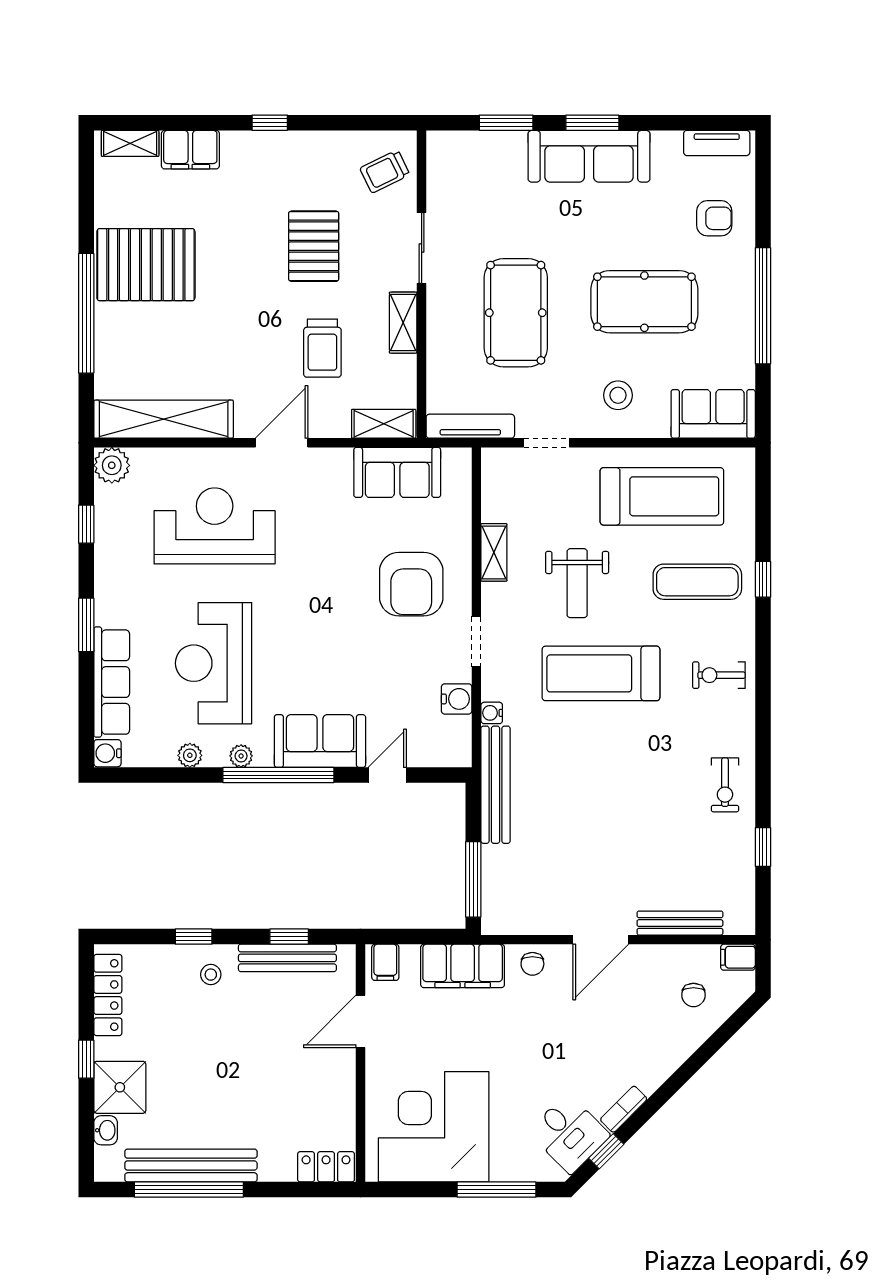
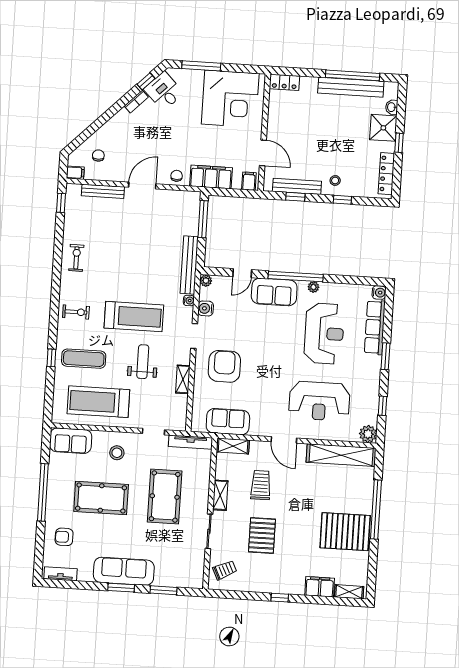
door: (282, 443) -> (284, 440), hinge flipped
plant: (190, 755) -> (206, 281), moved
window: (763, 847) -> (61, 203), moved
door: (361, 1021) -> (263, 153), hinge flipped

